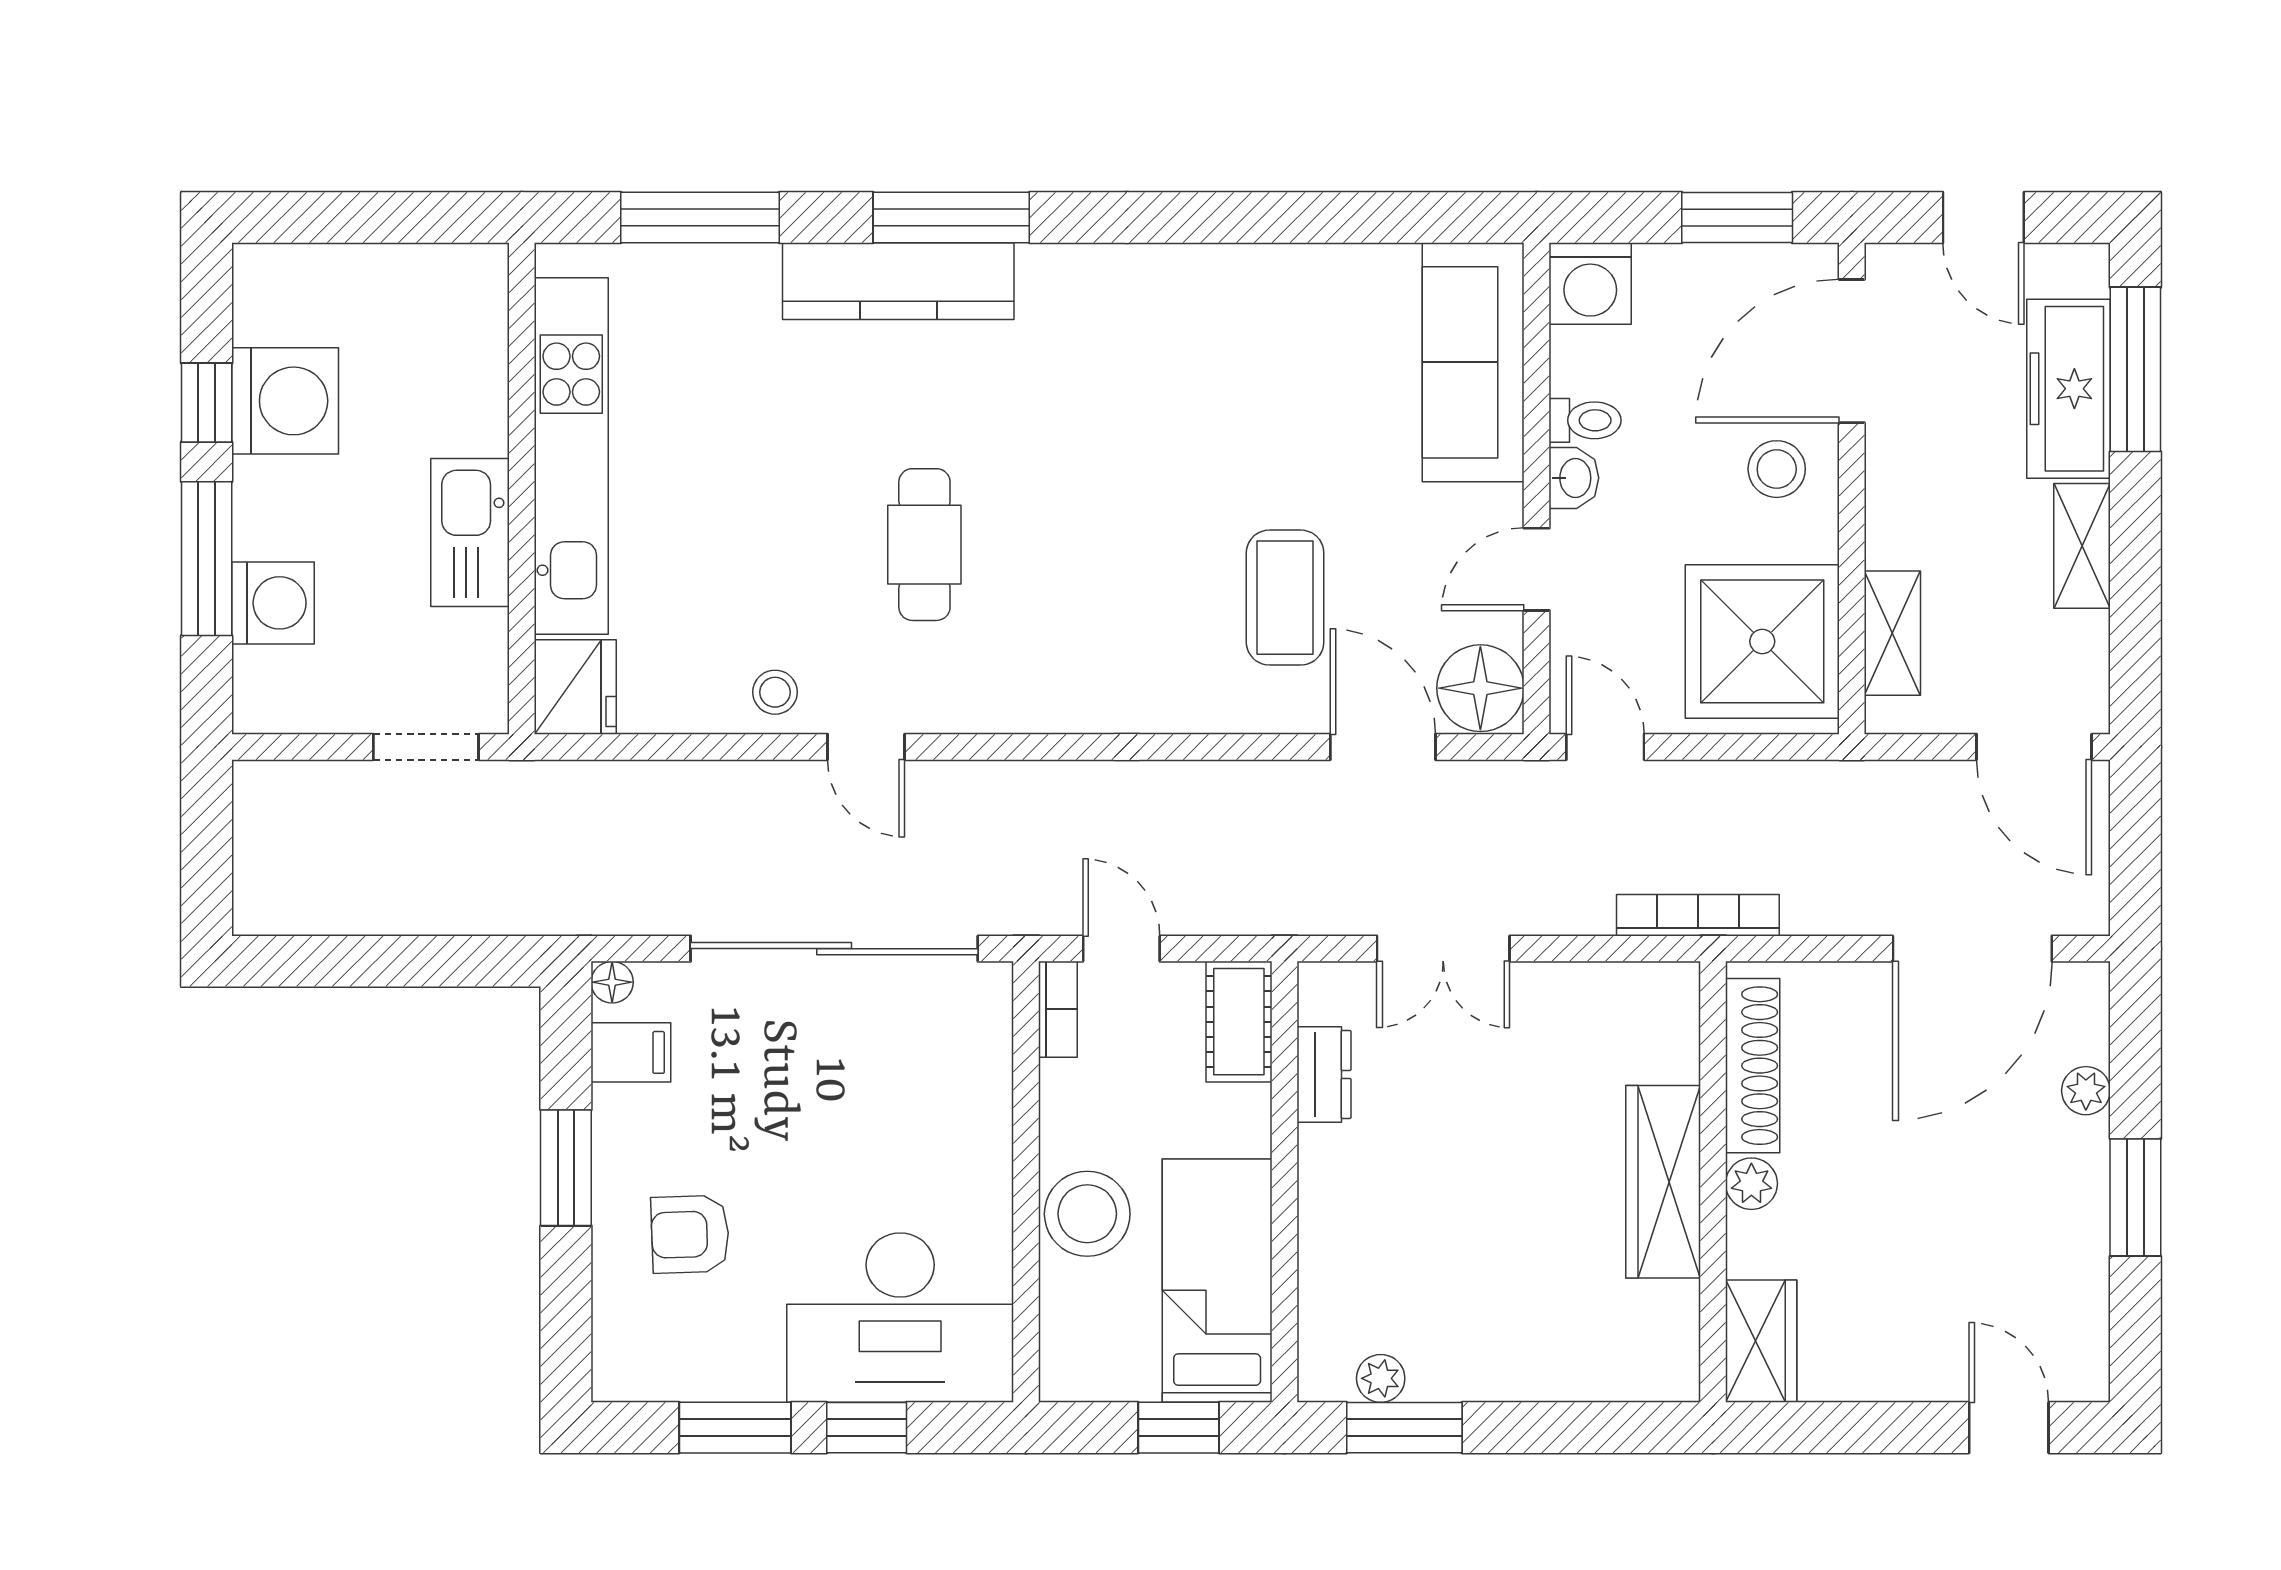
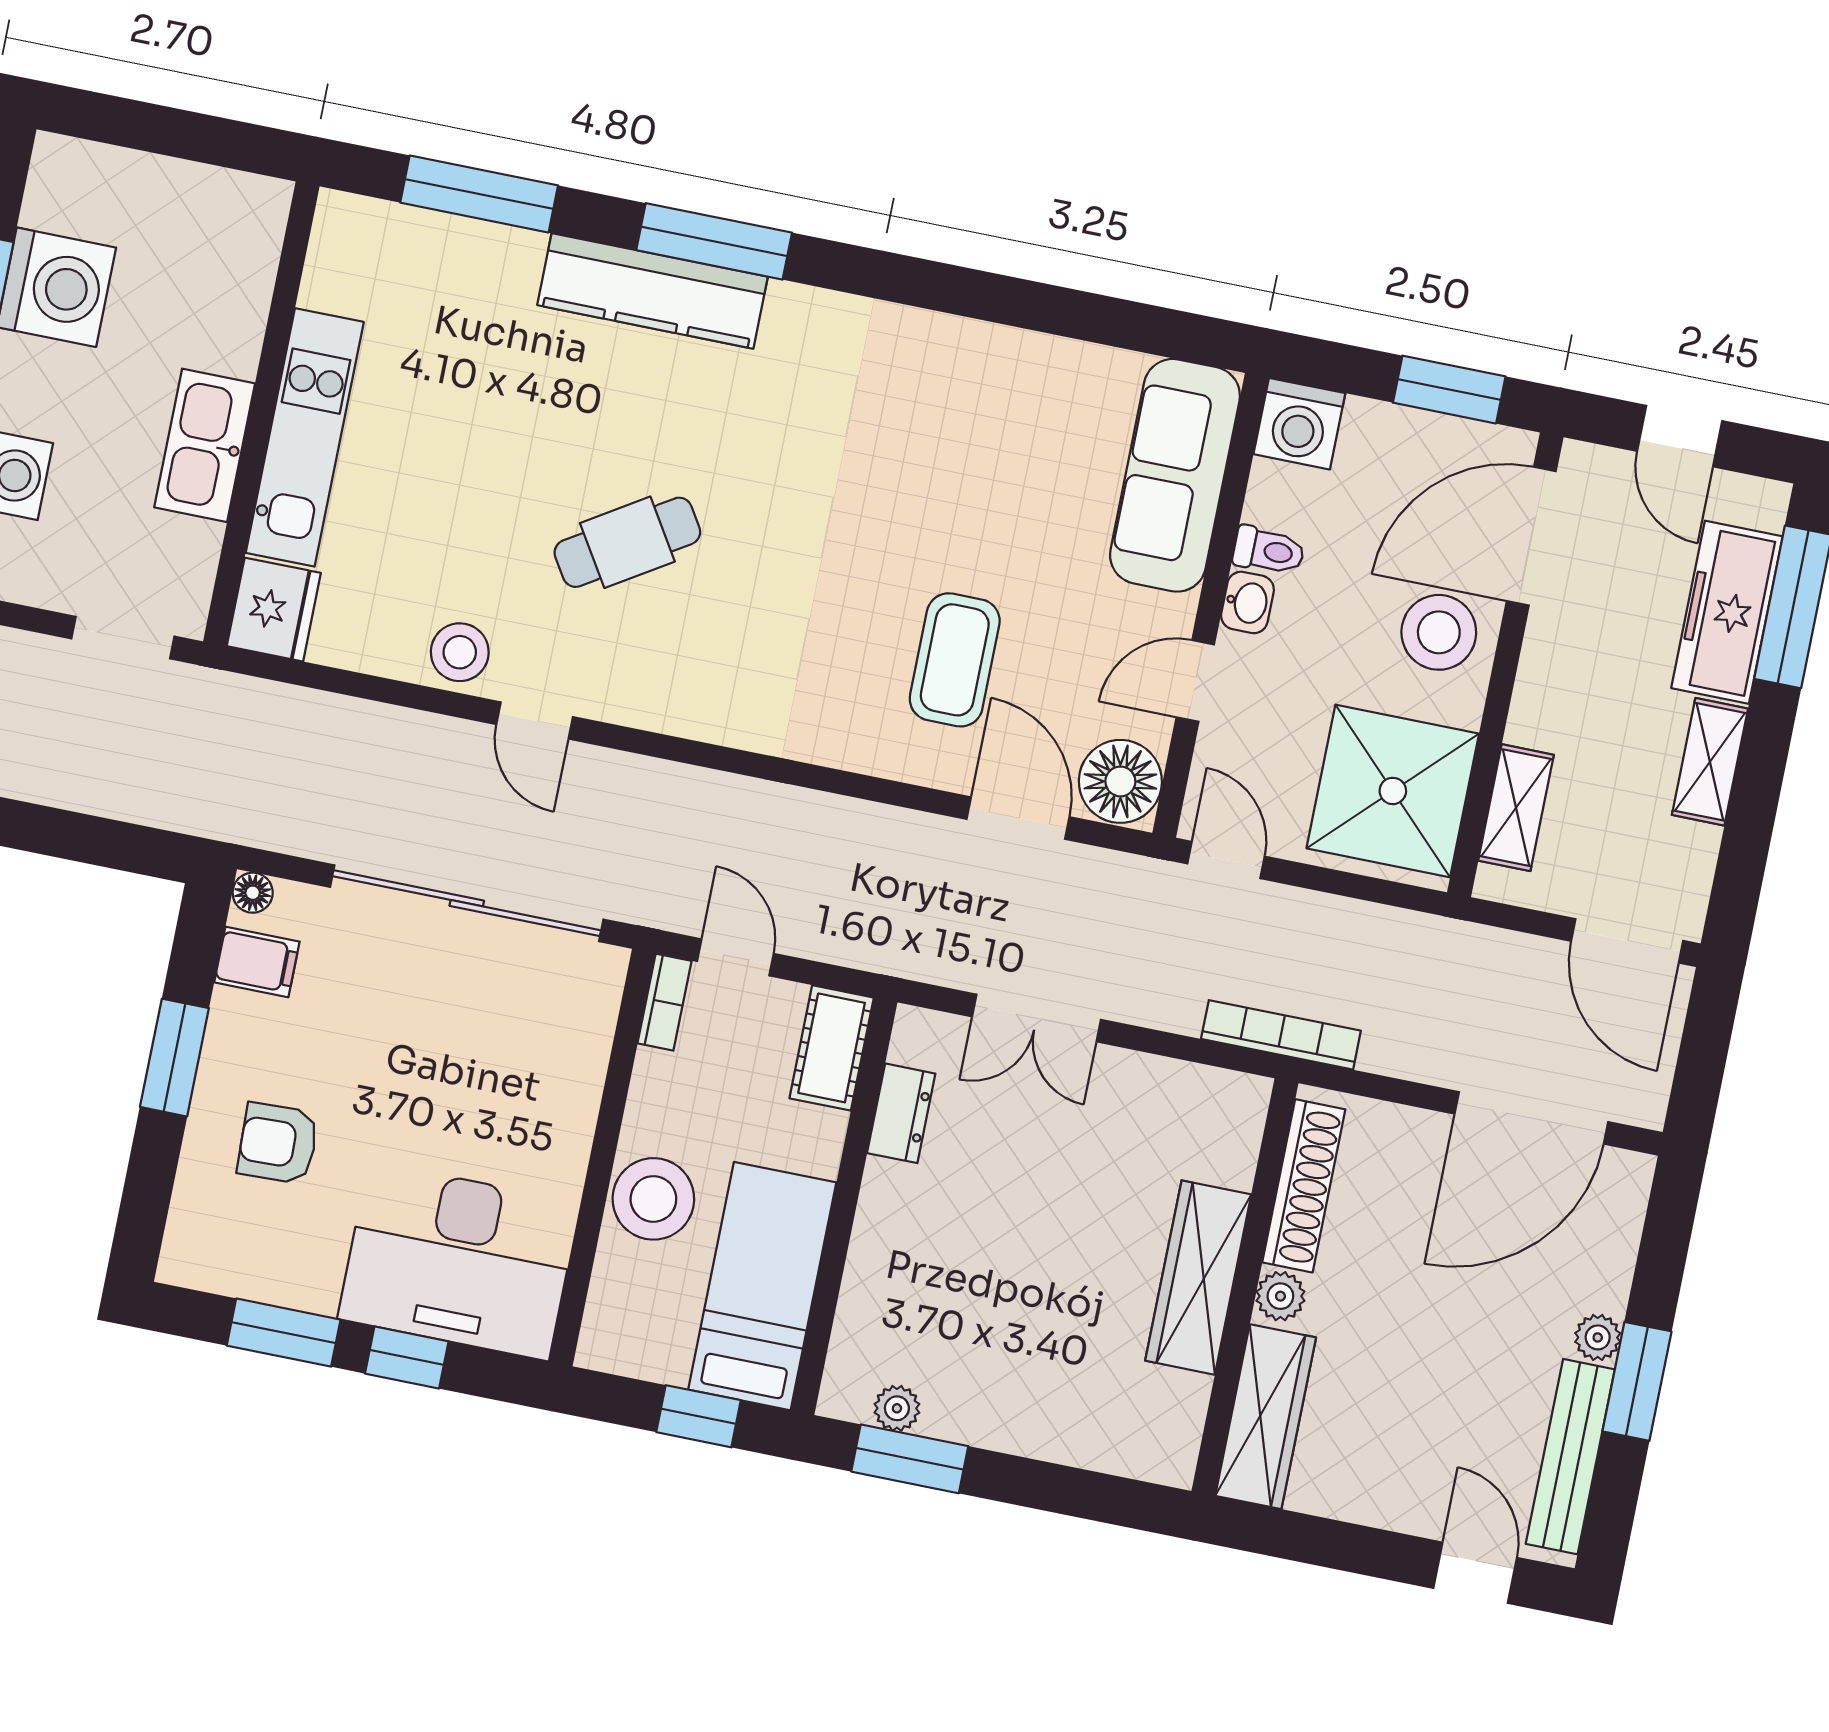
kitchen unit: (571, 456) -> (305, 437), width x0.73
stool: (1777, 469) -> (1439, 632), width x1.38, depth x1.38
cafe table: (924, 545) -> (627, 542), turned 58
stool: (775, 692) -> (460, 652), width x1.37, depth x1.37
plant: (2086, 1091) -> (1598, 1337), moved
bench: (2082, 1289) -> (1570, 1457), added
wardrobe: (1761, 1341) -> (1266, 1417), width x1.50

